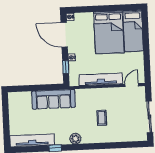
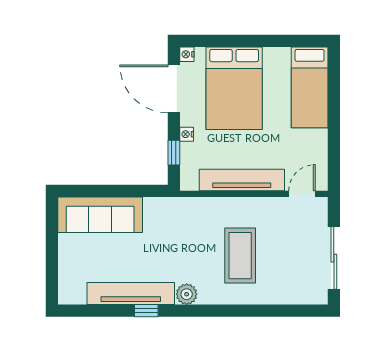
bed: (109, 32) -> (234, 88), moved
sofa: (53, 99) -> (100, 215), moved
coffee table: (102, 118) -> (240, 256), width x1.86, depth x1.72
tv unit: (32, 140) -> (131, 294), moved

